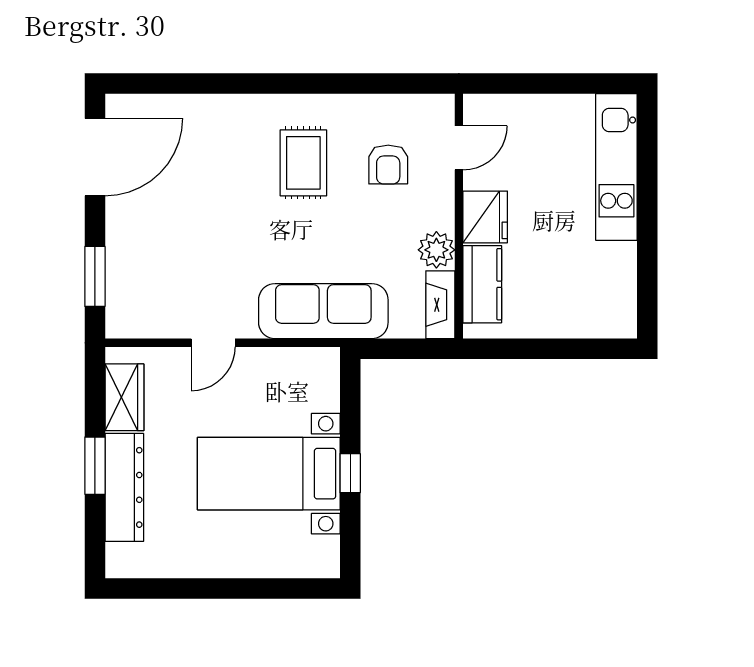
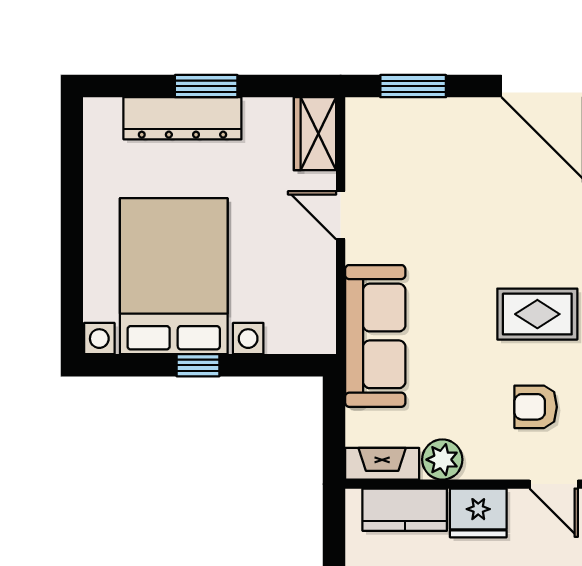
wardrobe: (124, 397) -> (315, 134), moved, turned 90
bed with nightstands: (269, 474) -> (174, 276), width x1.36

